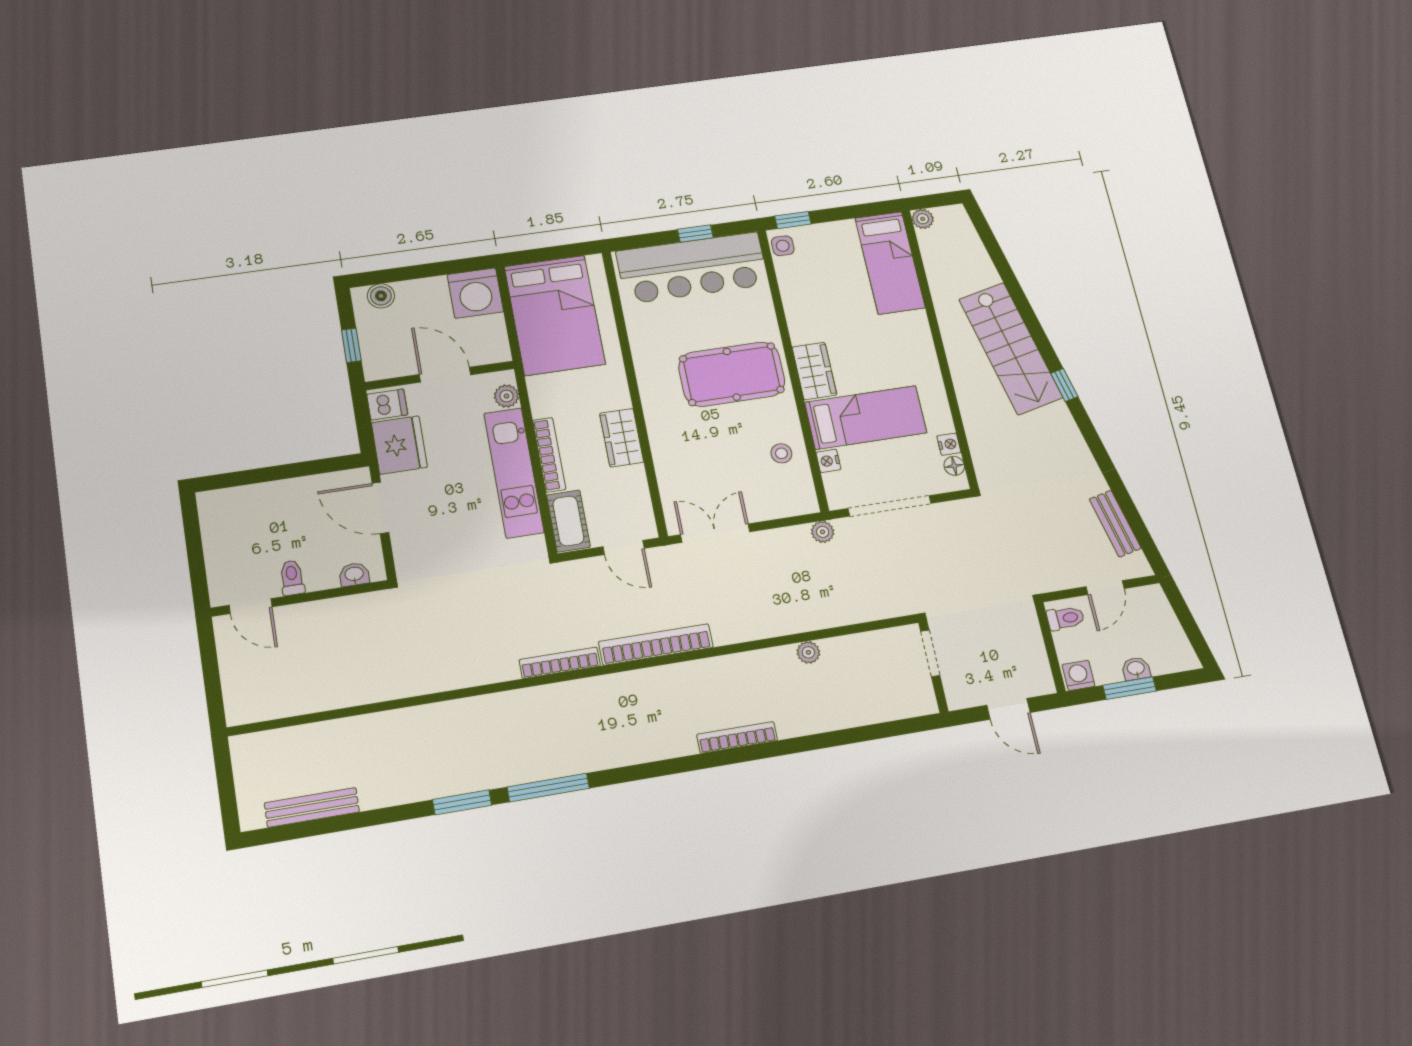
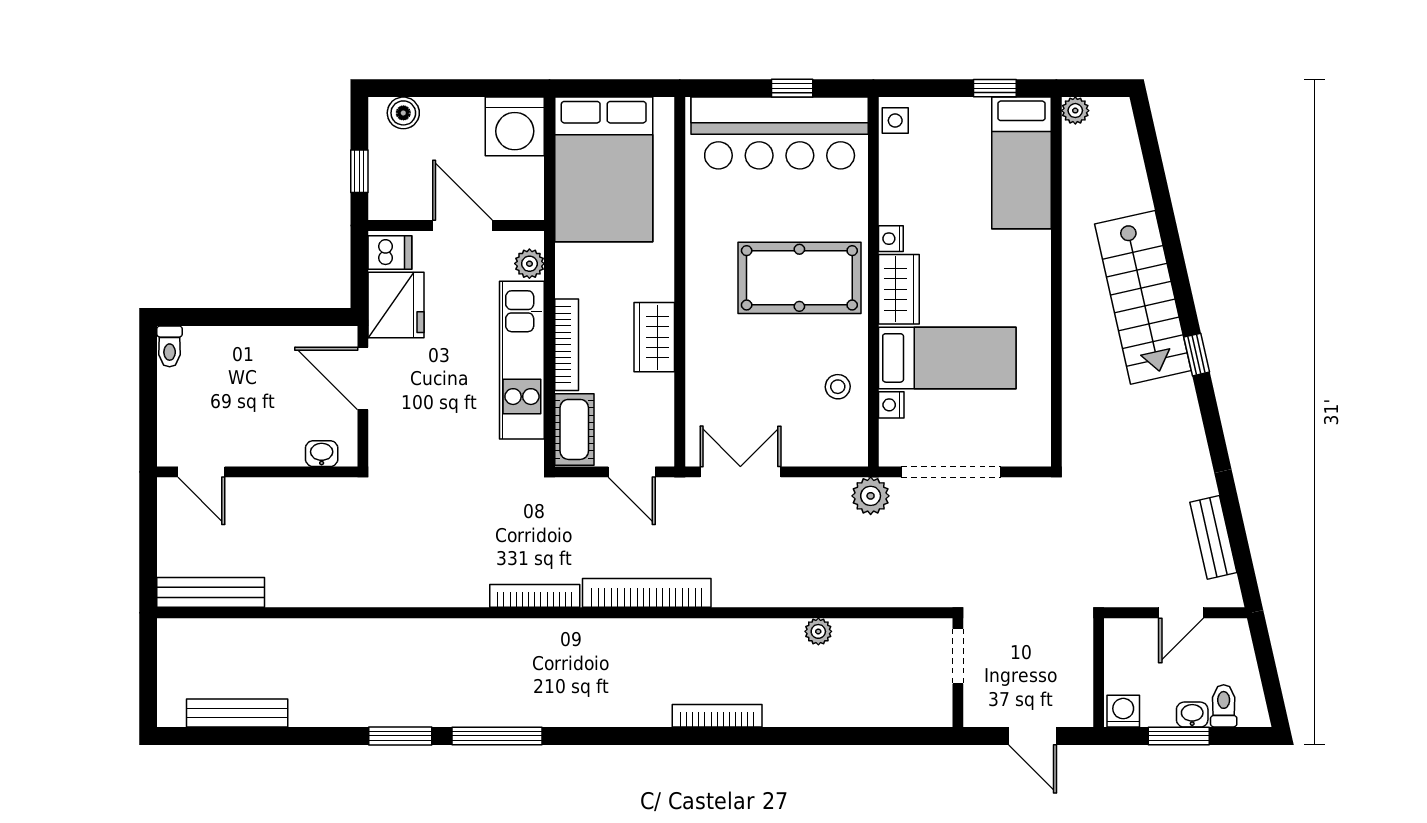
window: (793, 220) -> (995, 88), moved
nightstand: (949, 444) -> (891, 239), moved, turned 180
floor lamp: (954, 466) -> (1039, 435), removed
plant: (823, 532) -> (871, 496), width x1.38, depth x1.38
toilet: (292, 578) -> (170, 346), moved, turned 180
toilet: (1066, 618) -> (1224, 706), moved, turned -90
bench: (273, 707) -> (211, 592), added

